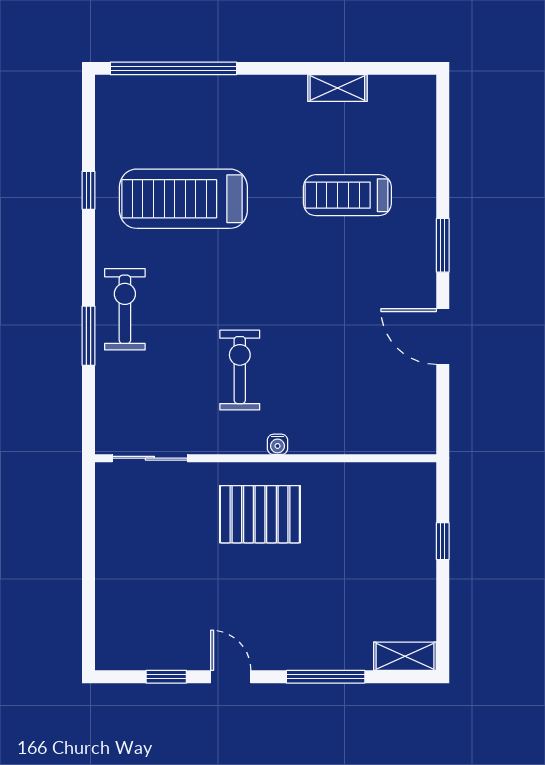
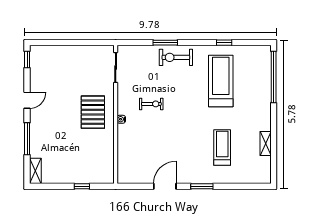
exercise bike: (125, 309) -> (176, 57), turned 180
exercise bike: (240, 370) -> (151, 104), width x0.73, depth x0.72
window: (166, 677) -> (27, 60), moved

